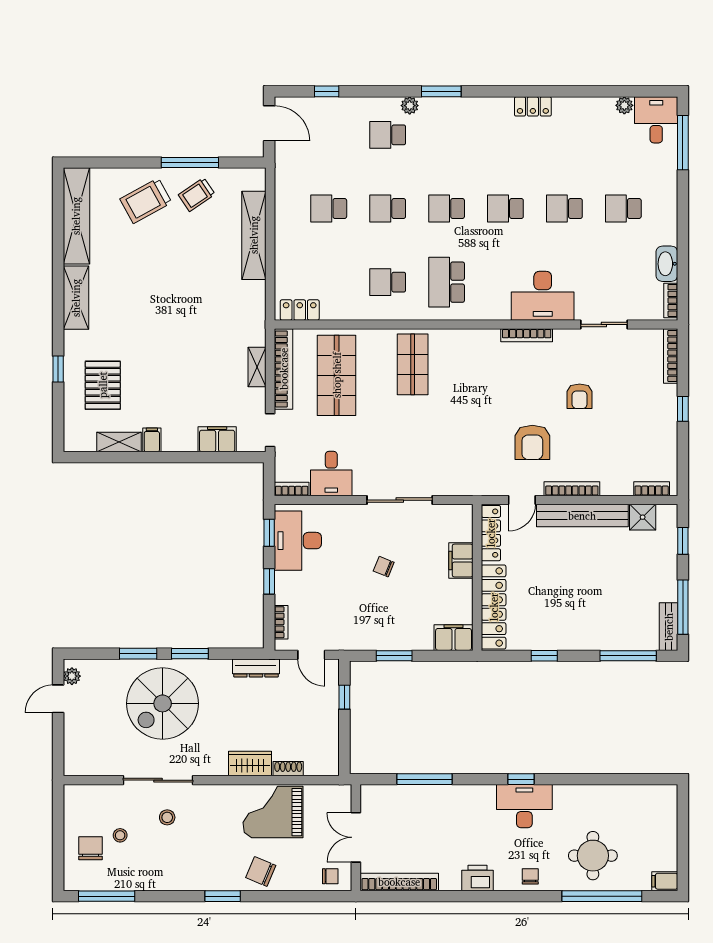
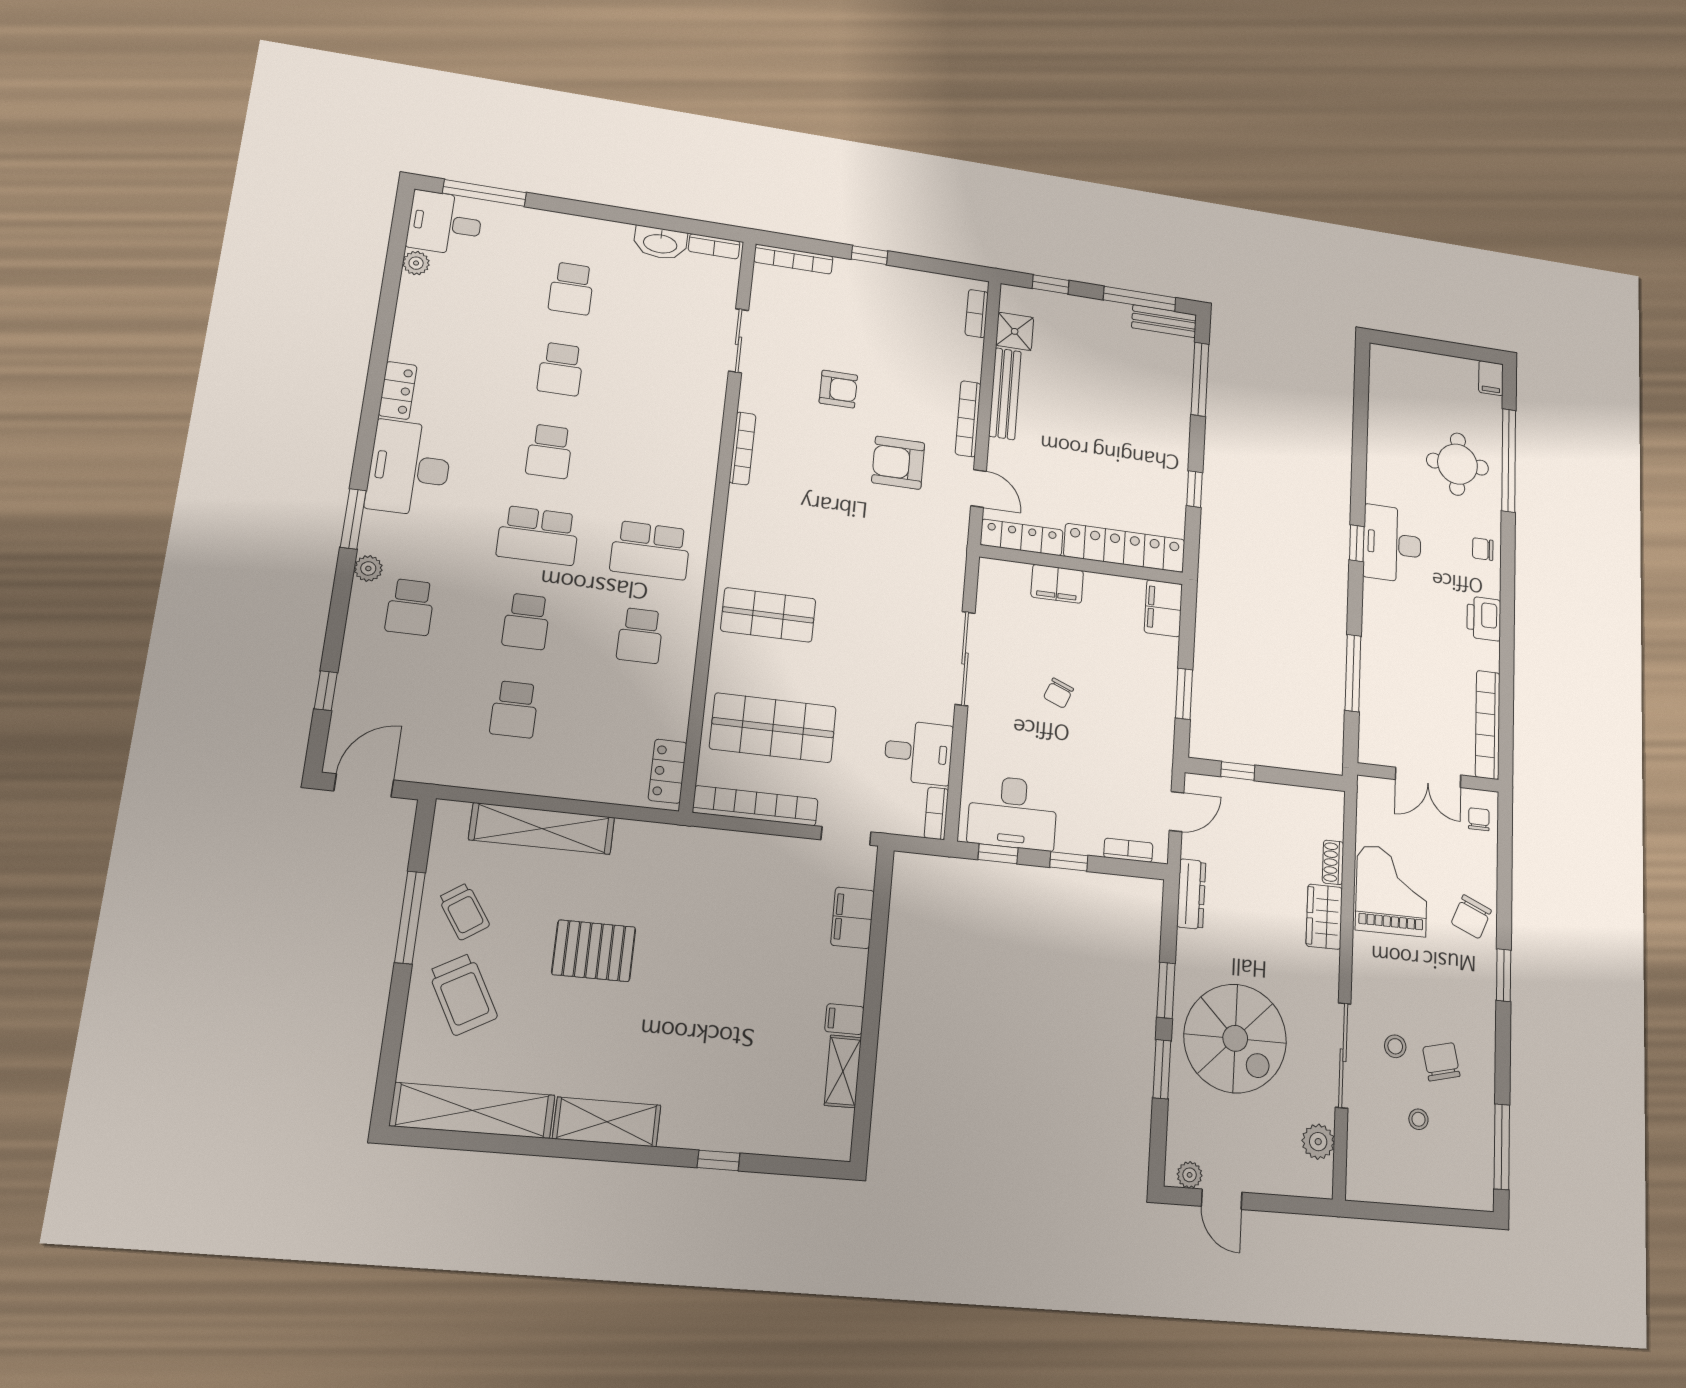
school desk: (447, 208) -> (538, 535), width x1.85
desk: (543, 296) -> (409, 468), moved, turned 180
shelving: (257, 367) -> (748, 846), removed
pallet: (103, 385) -> (594, 951), moved
armchair: (532, 442) -> (898, 463), turned 180
bench: (582, 516) -> (1005, 394), width x0.73, depth x0.82
plant: (100, 764) -> (1318, 1142), added
grand piano: (273, 812) -> (1392, 891), turned 180
chair: (91, 848) -> (1441, 1062), moved, turned 77

